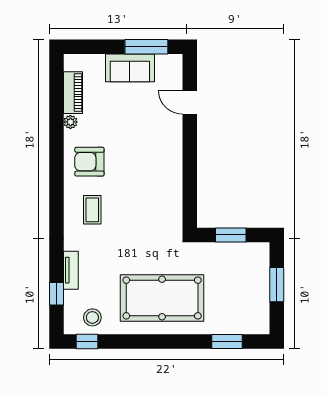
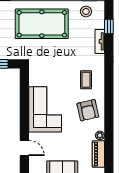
armchair: (89, 162) -> (88, 110), turned 77
corner sofa: (157, 163) -> (45, 109), added

